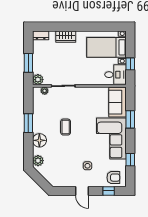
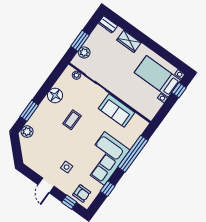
window: (130, 64) -> (179, 90), moved
desk: (116, 75) -> (148, 106), removed
plant: (38, 80) -> (84, 52), moved
sofa: (118, 102) -> (117, 111), moved, turned -90
window: (130, 119) -> (133, 154), width x2.11
window: (28, 123) -> (29, 111), moved
floor lamp: (39, 140) -> (55, 95), moved

